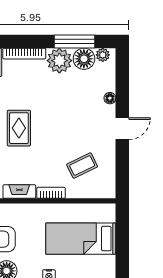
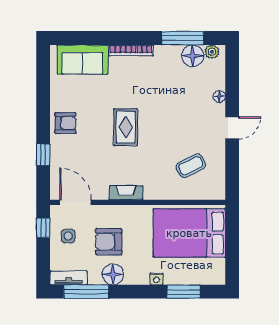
plant: (59, 61) -> (167, 58), removed
bookcase: (51, 193) -> (159, 194), removed
bed: (81, 239) -> (189, 233), width x1.50

